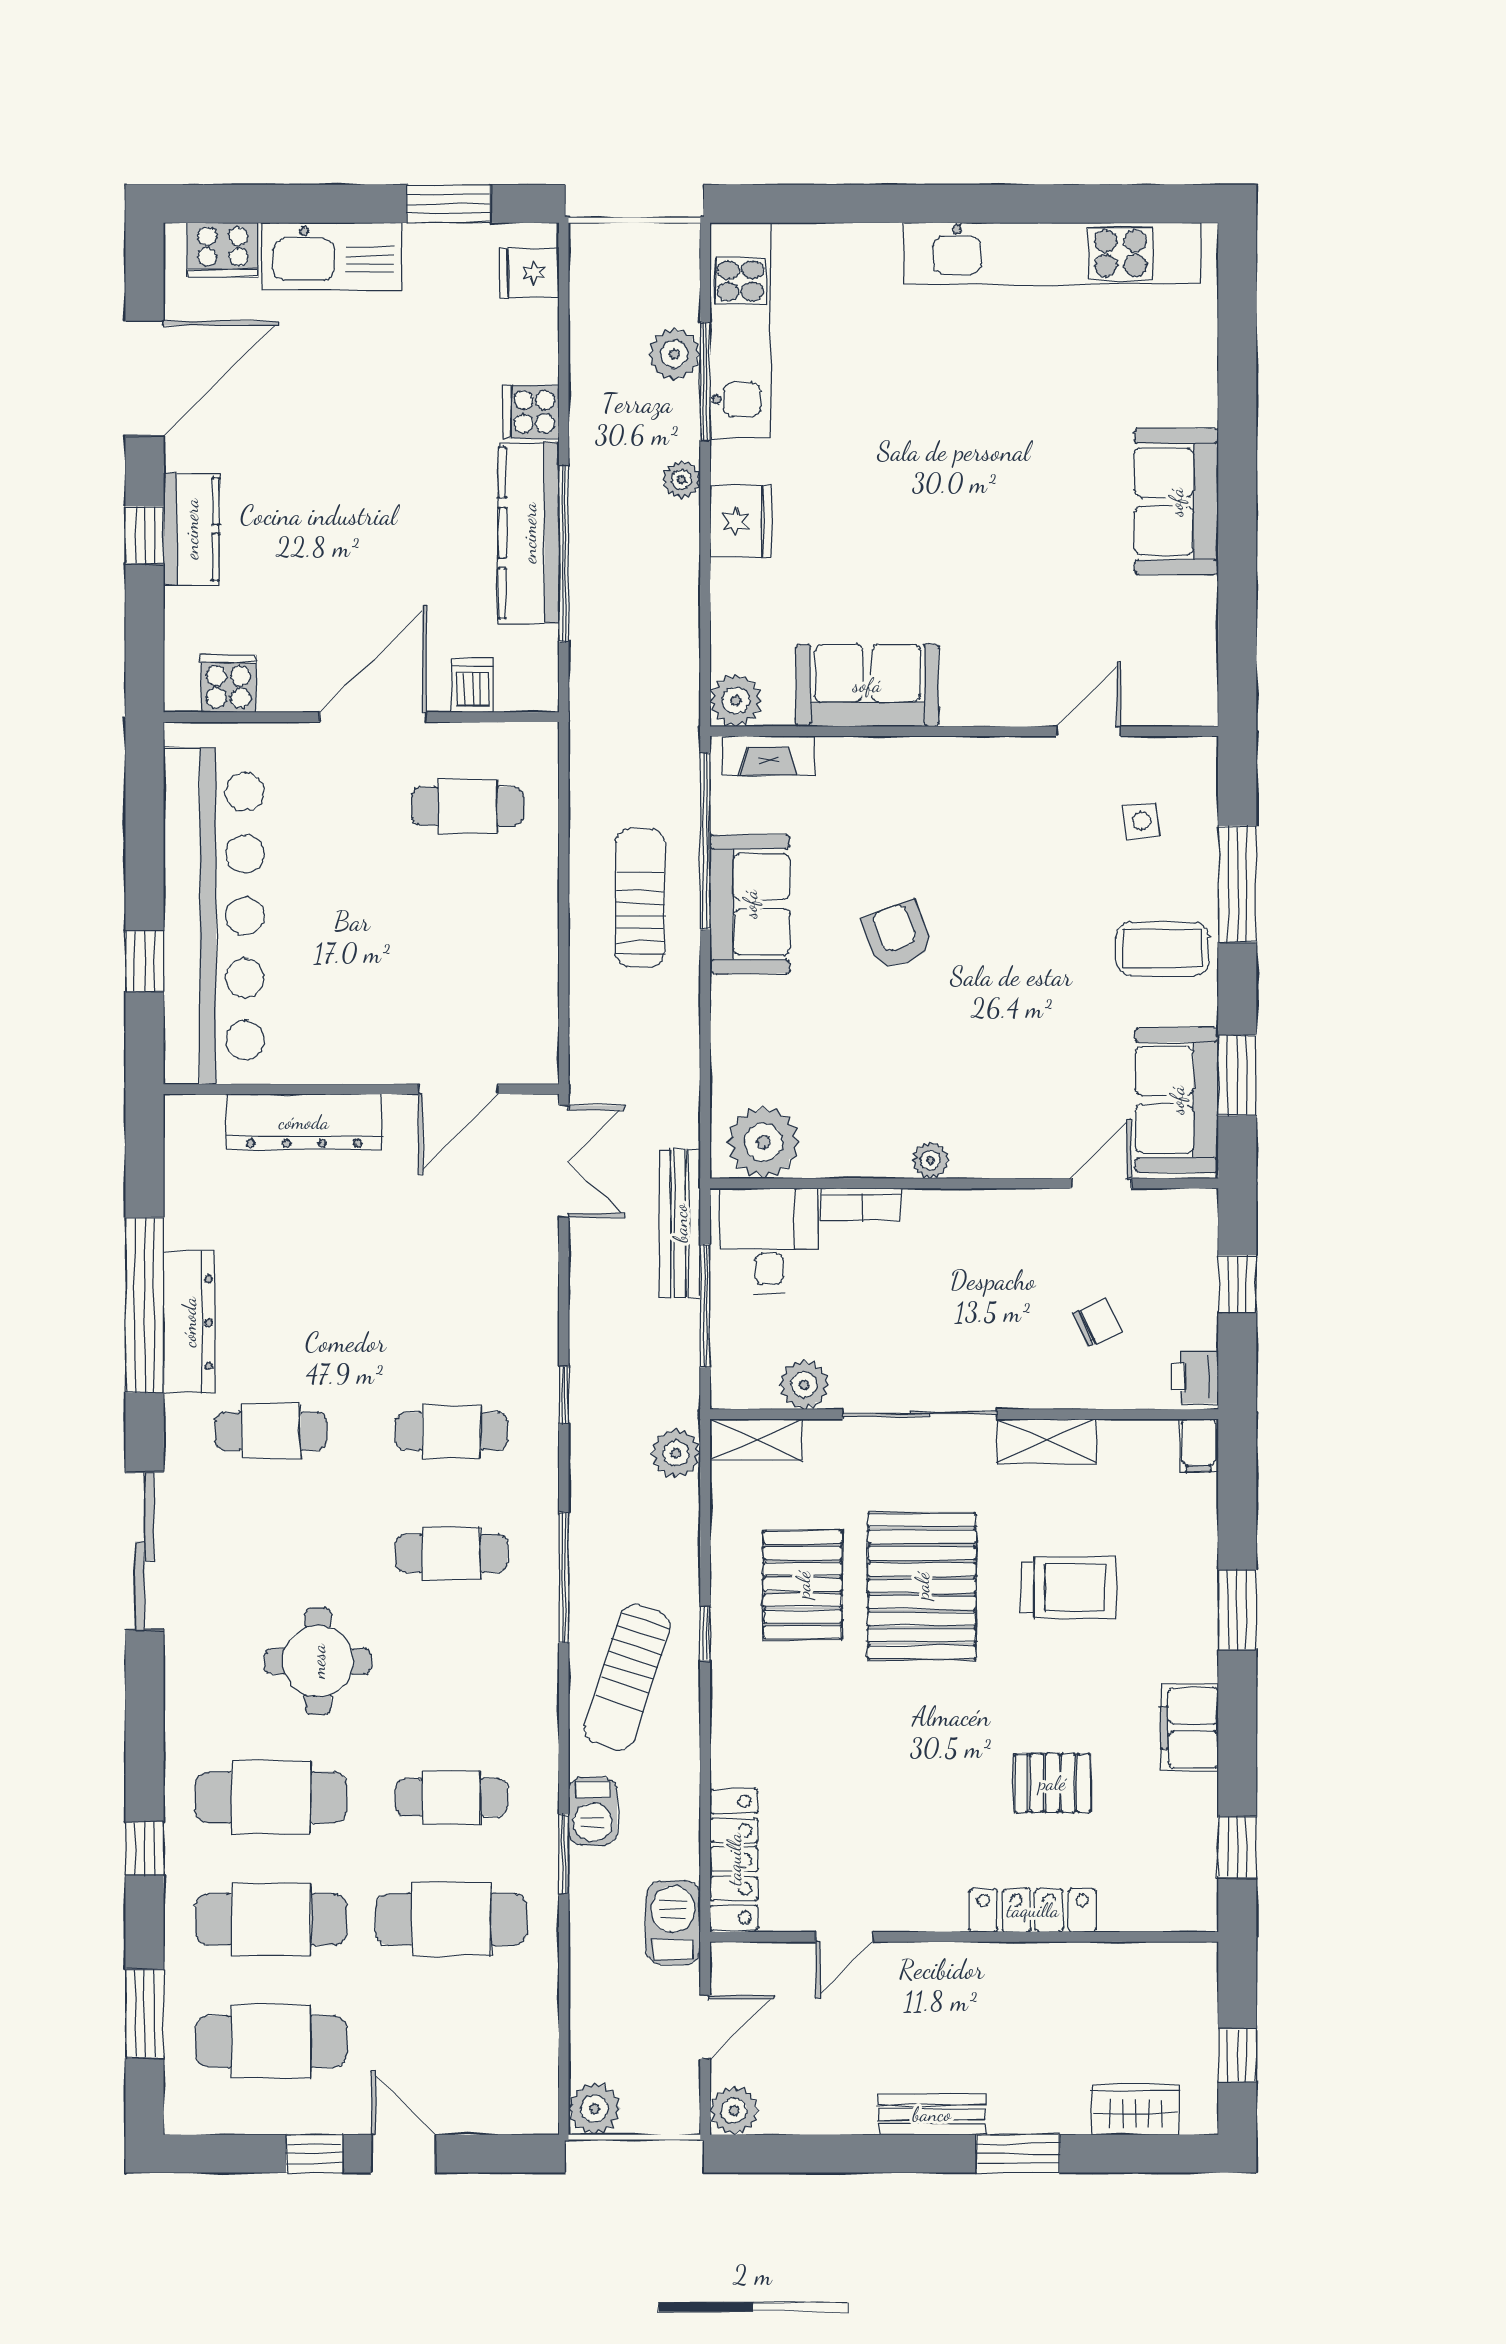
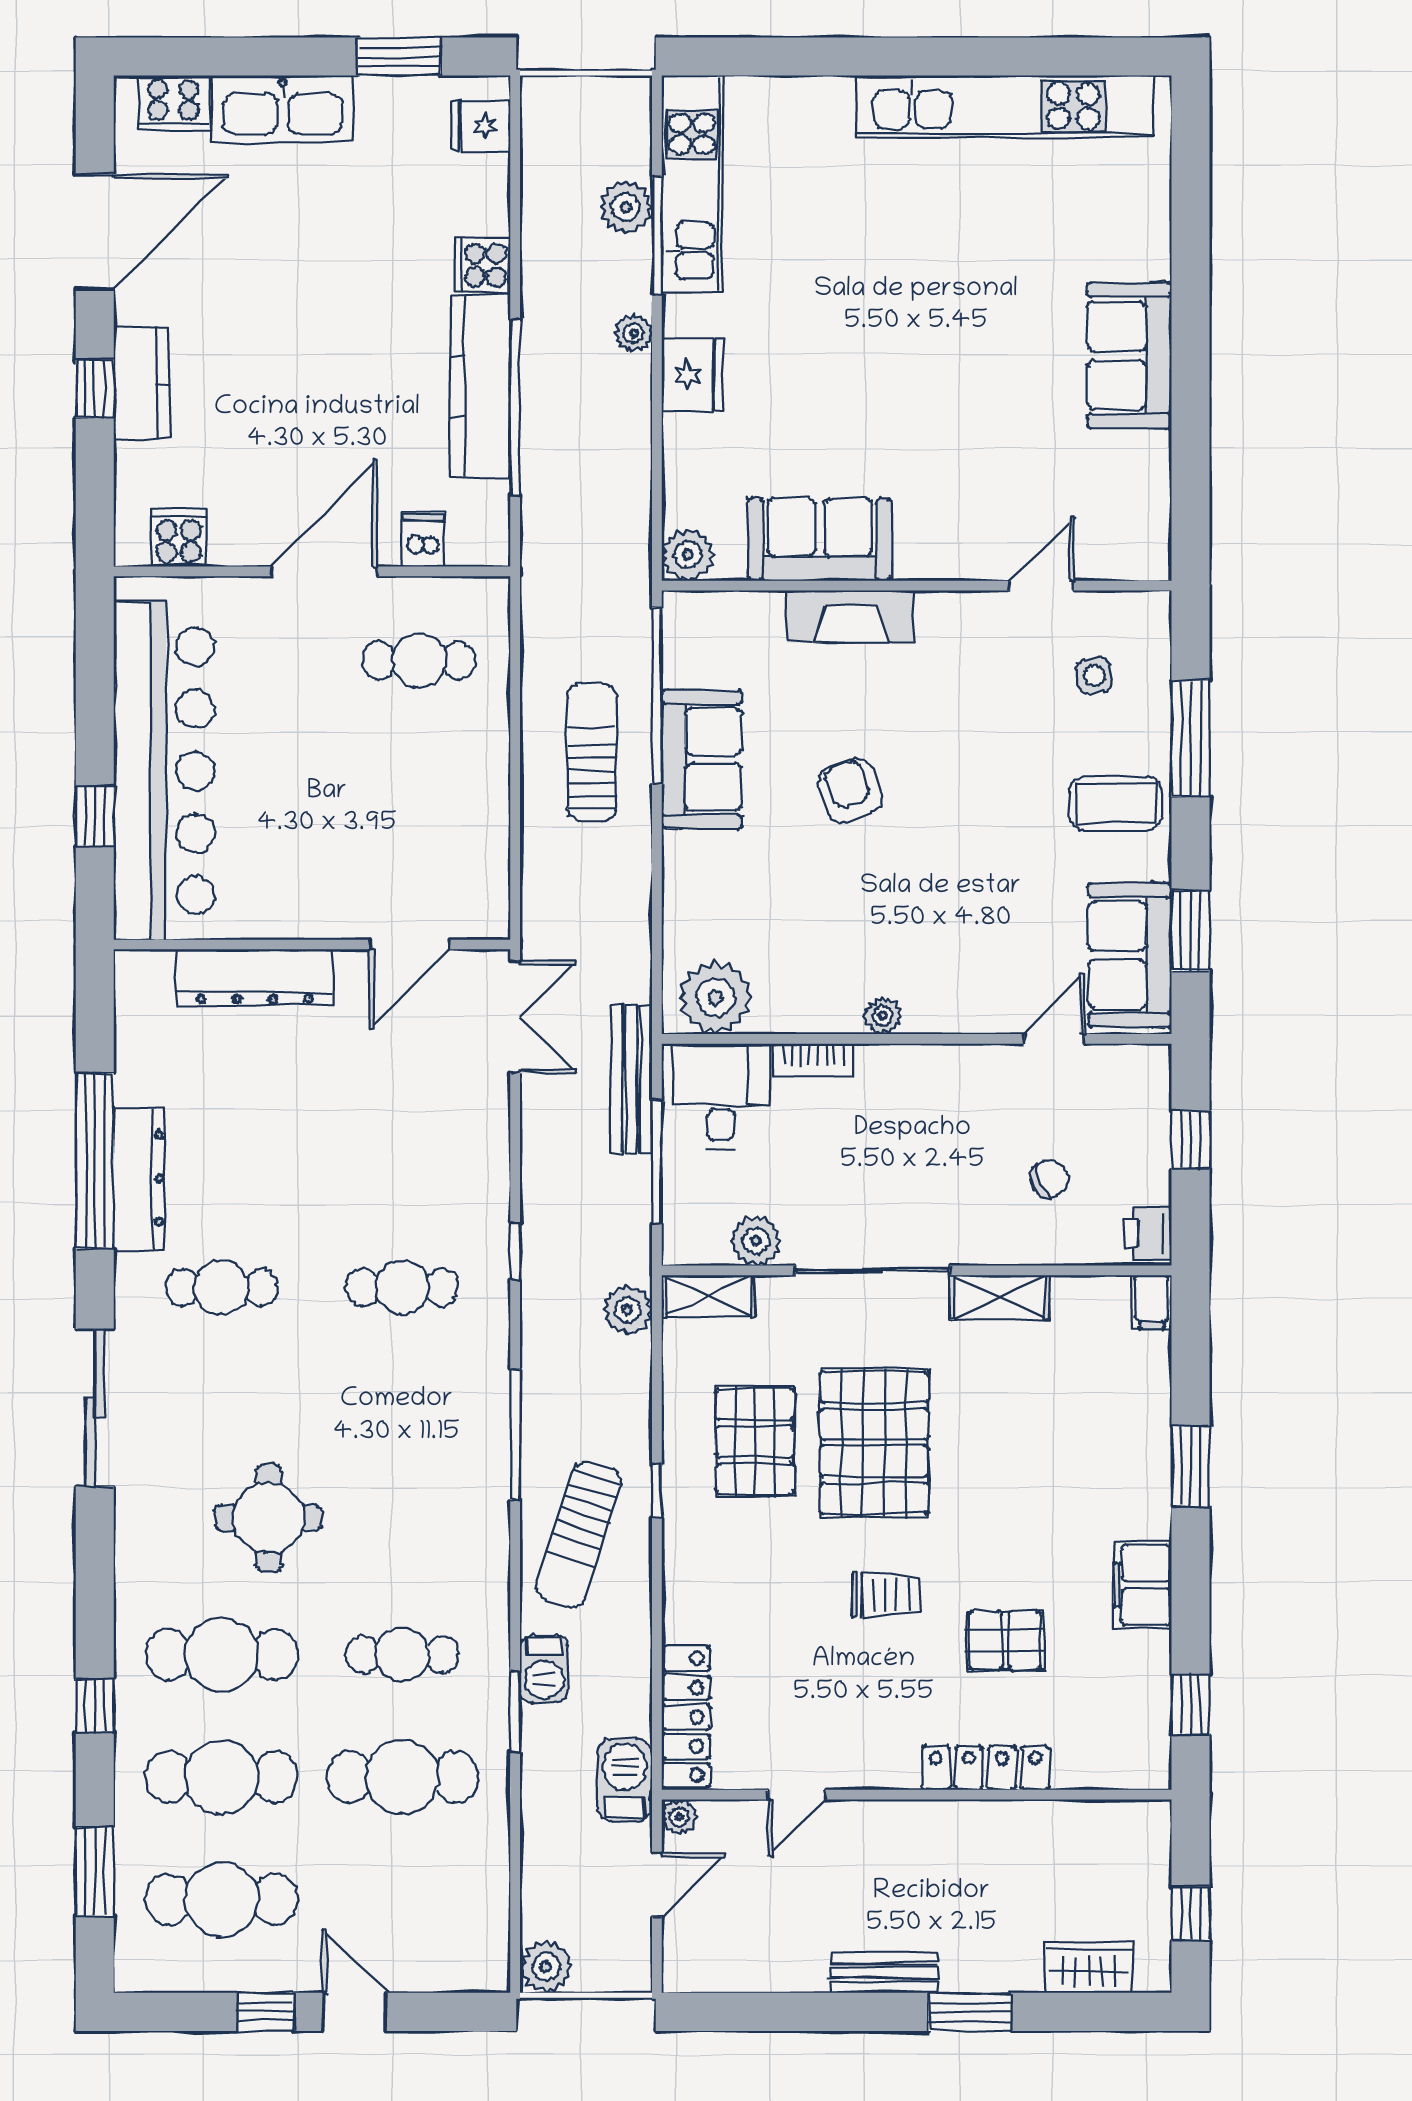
fireplace: (768, 756) -> (850, 616), moved, width x1.37, depth x1.32
cafe table: (451, 1553) -> (402, 1410), removed
trolley: (1068, 1588) -> (886, 1595), moved, width x0.73, depth x0.72
plant: (734, 2111) -> (679, 1817), moved, width x0.73, depth x0.73

